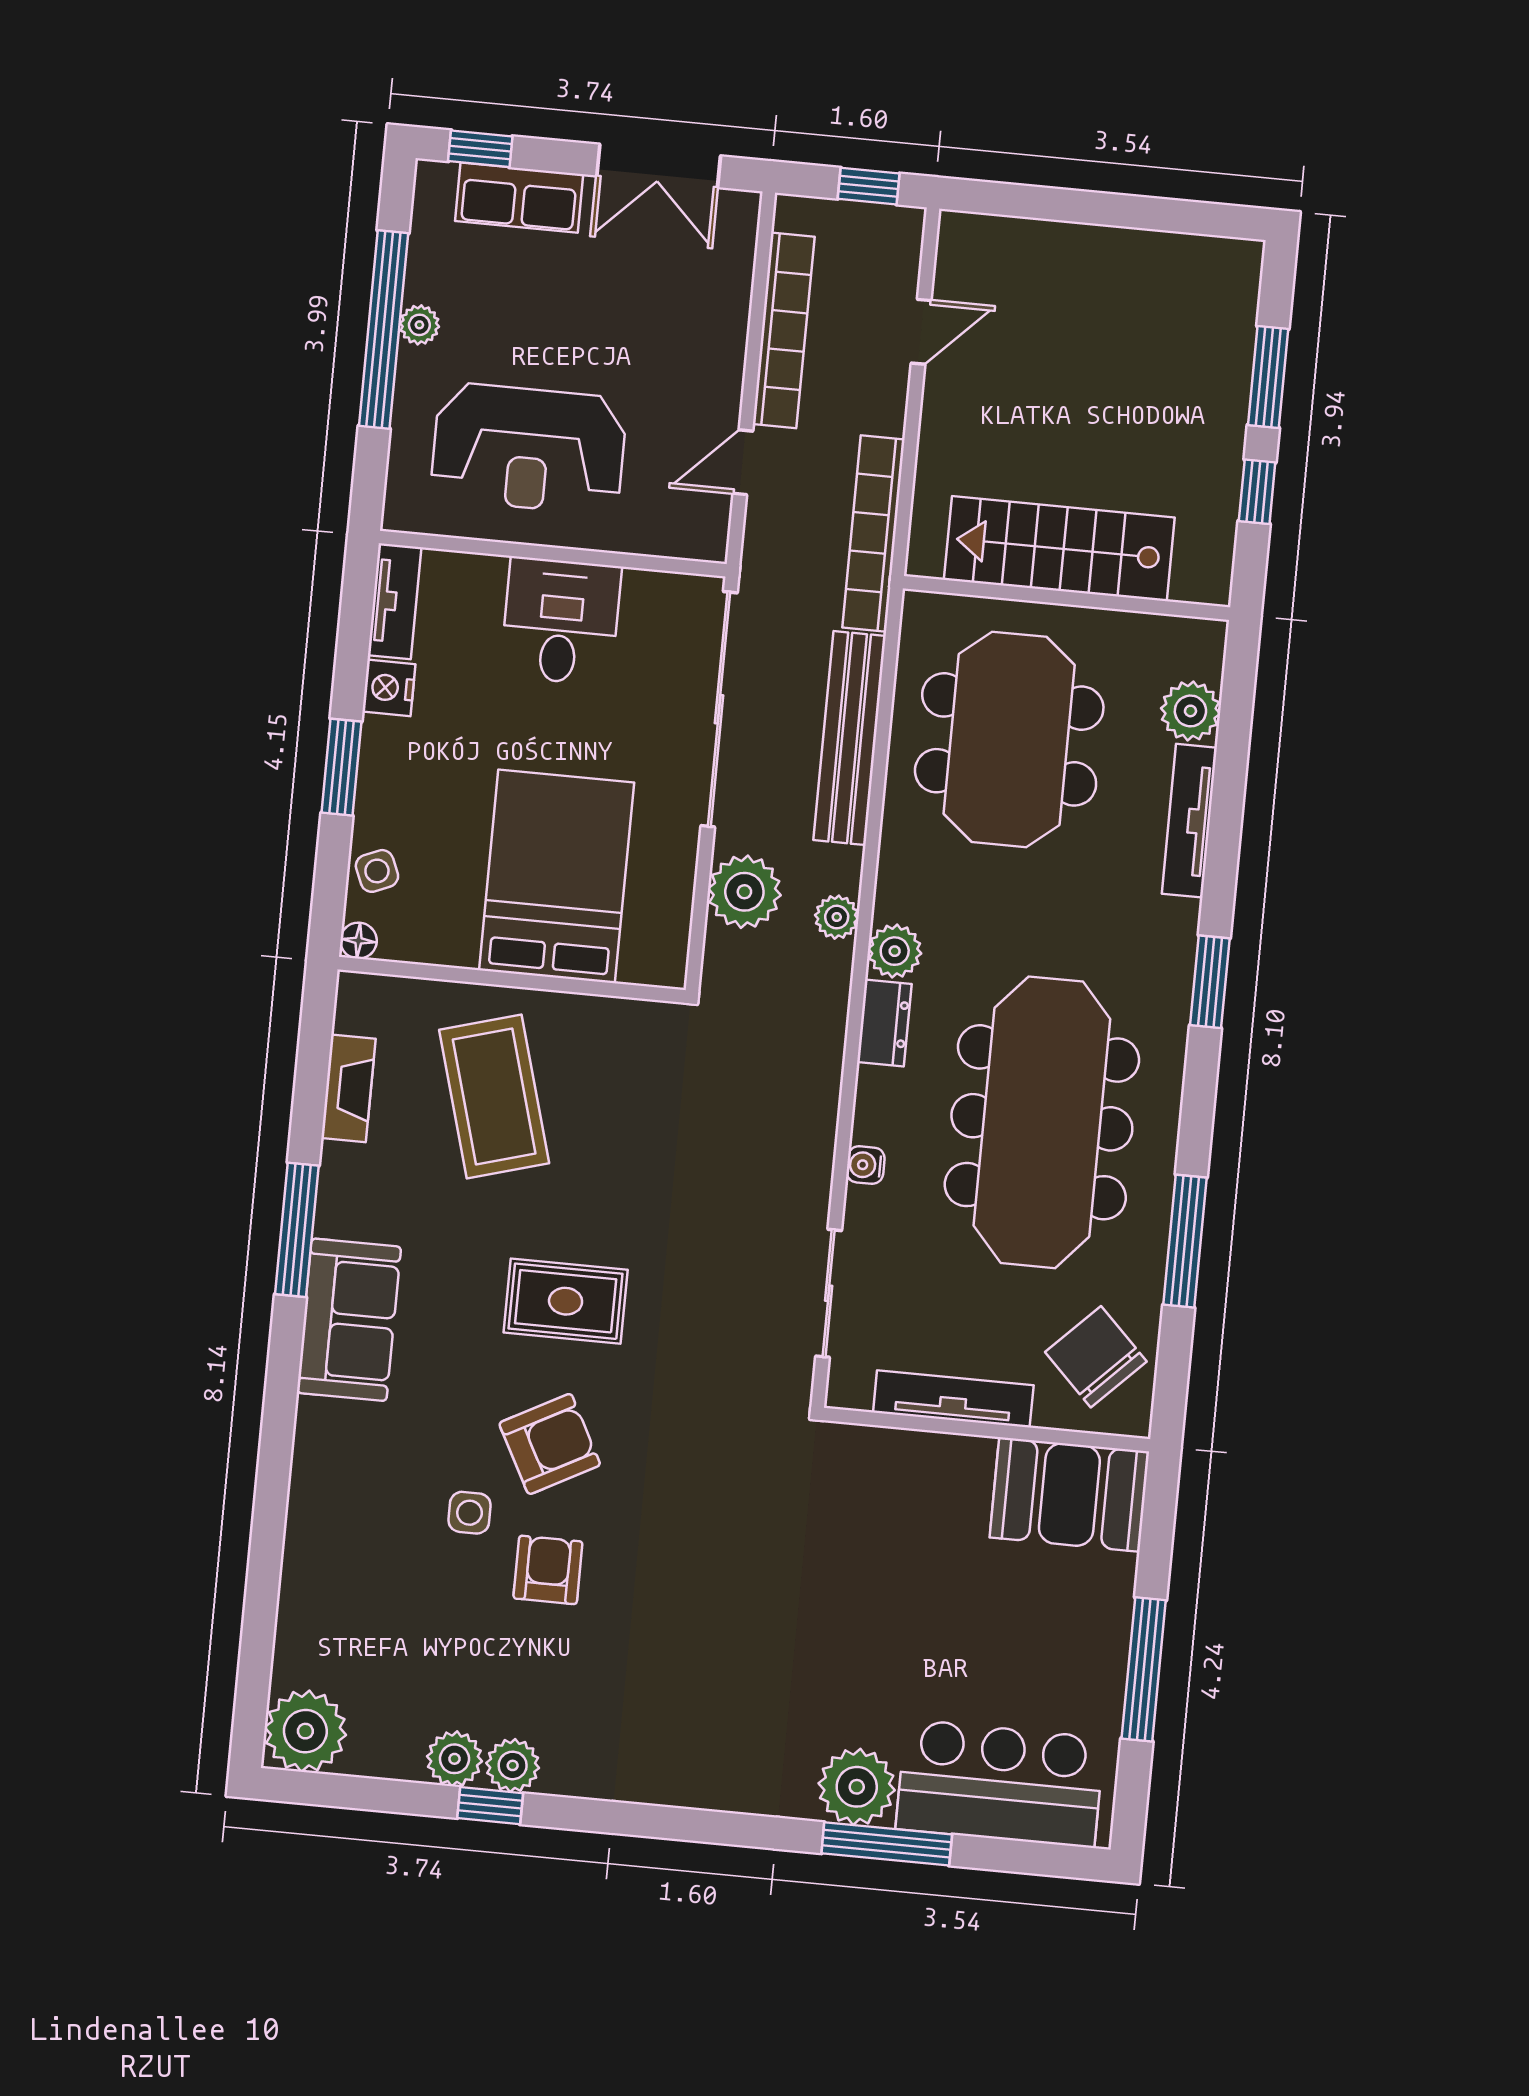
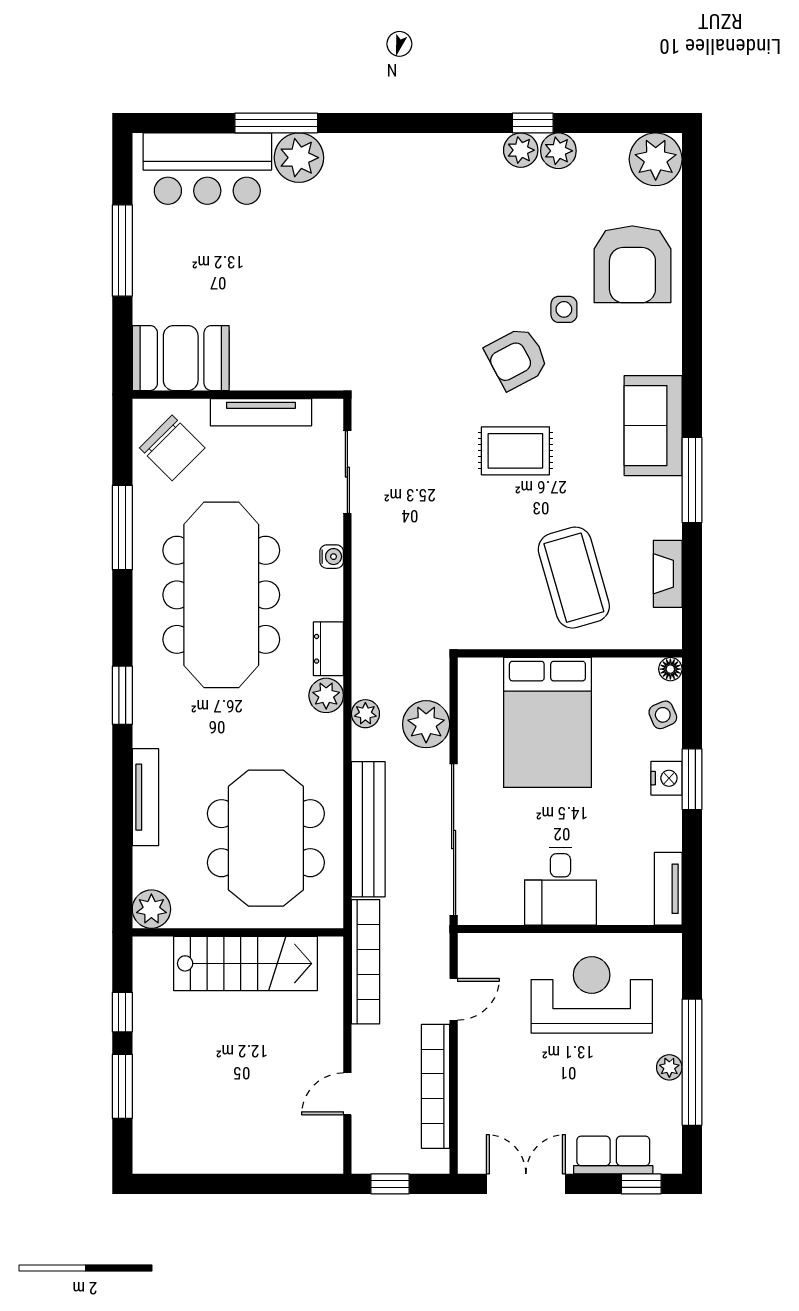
nightstand: (389, 688) -> (666, 778), moved
plant: (1190, 711) -> (151, 909), moved
armchair: (548, 1570) -> (632, 264), moved, width x1.88, depth x1.88

